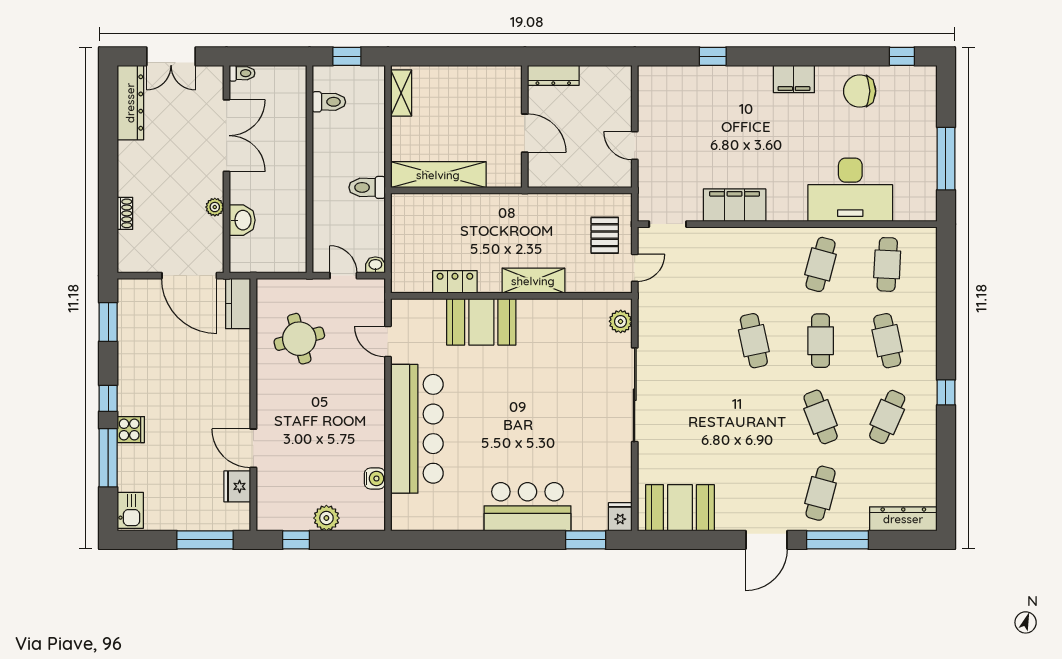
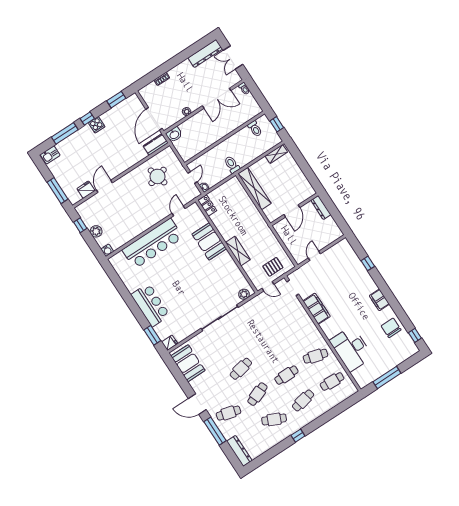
washbasin: (242, 220) -> (174, 135), moved
locker: (455, 282) -> (207, 206), moved
cafe table: (754, 341) -> (241, 369), moved
cooker: (131, 430) -> (97, 125), moved
water cooler: (375, 479) -> (107, 250), moved

